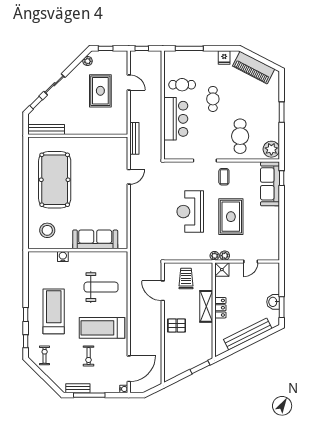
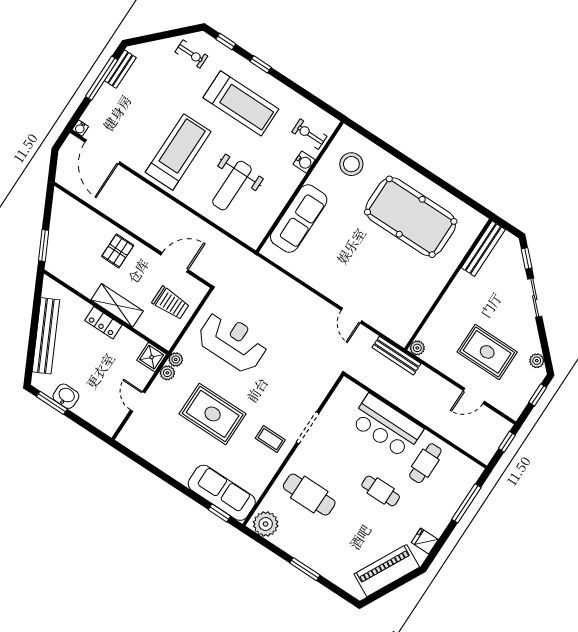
plant: (123, 130) -> (417, 348), added
reception desk: (190, 212) -> (233, 342), moved
exercise bike: (89, 356) -> (309, 134), moved

